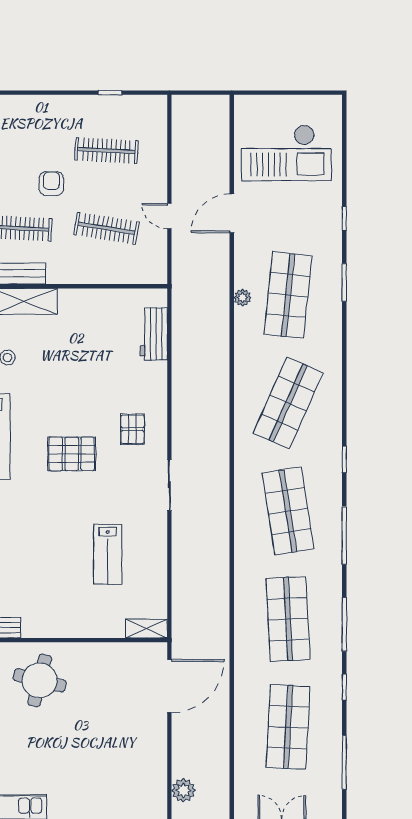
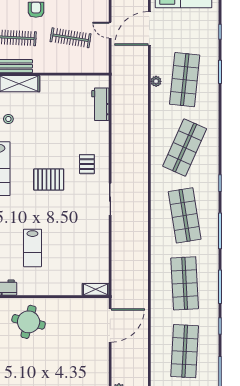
door: (232, 213) -> (149, 28), width x1.36
lab bench: (108, 554) -> (32, 248), moved

